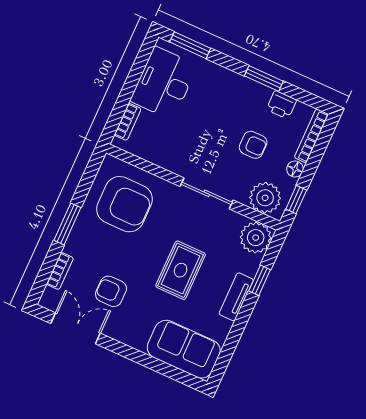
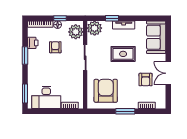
window: (296, 200) -> (60, 18), moved
double door: (75, 328) -> (168, 73), moved

